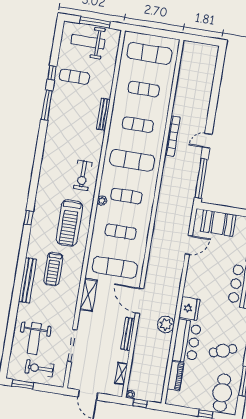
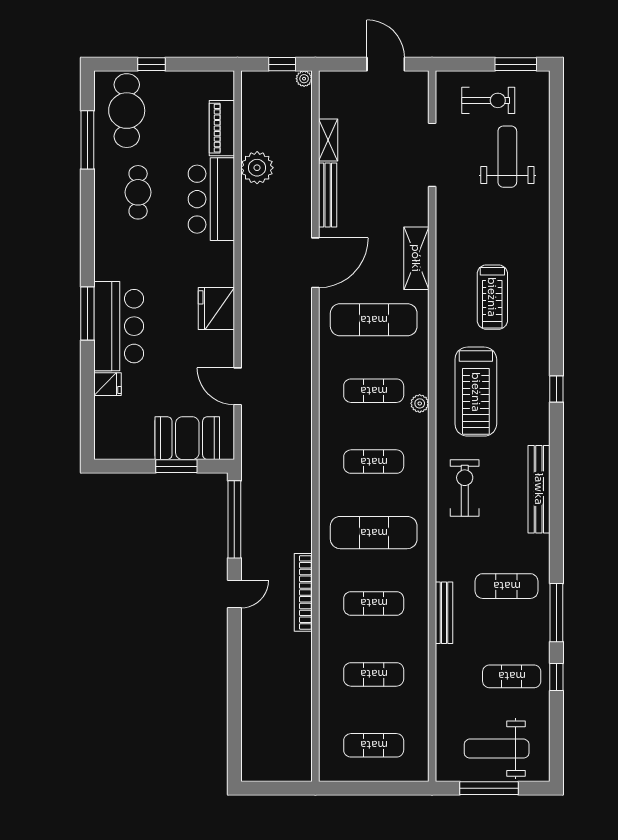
weight bench: (88, 42) -> (497, 749), turned 180
exercise mat: (149, 53) -> (374, 745), width x0.73, depth x0.69
exercise mat: (70, 123) -> (507, 586), added
plant: (102, 201) -> (420, 403), moved
window: (226, 210) -> (176, 466), added
treadmill: (69, 223) -> (476, 392), turned 180
door: (189, 245) -> (238, 386), hinge flipped
treadmill: (53, 269) -> (492, 297), turned 180
bench: (27, 280) -> (539, 489), moved
door: (140, 301) -> (315, 263), hinge flipped
fridge: (189, 309) -> (216, 308), moved
plant: (166, 324) -> (257, 168), moved
cafe table: (223, 351) -> (138, 192), turned -70
shelving: (121, 374) -> (328, 140), moved

